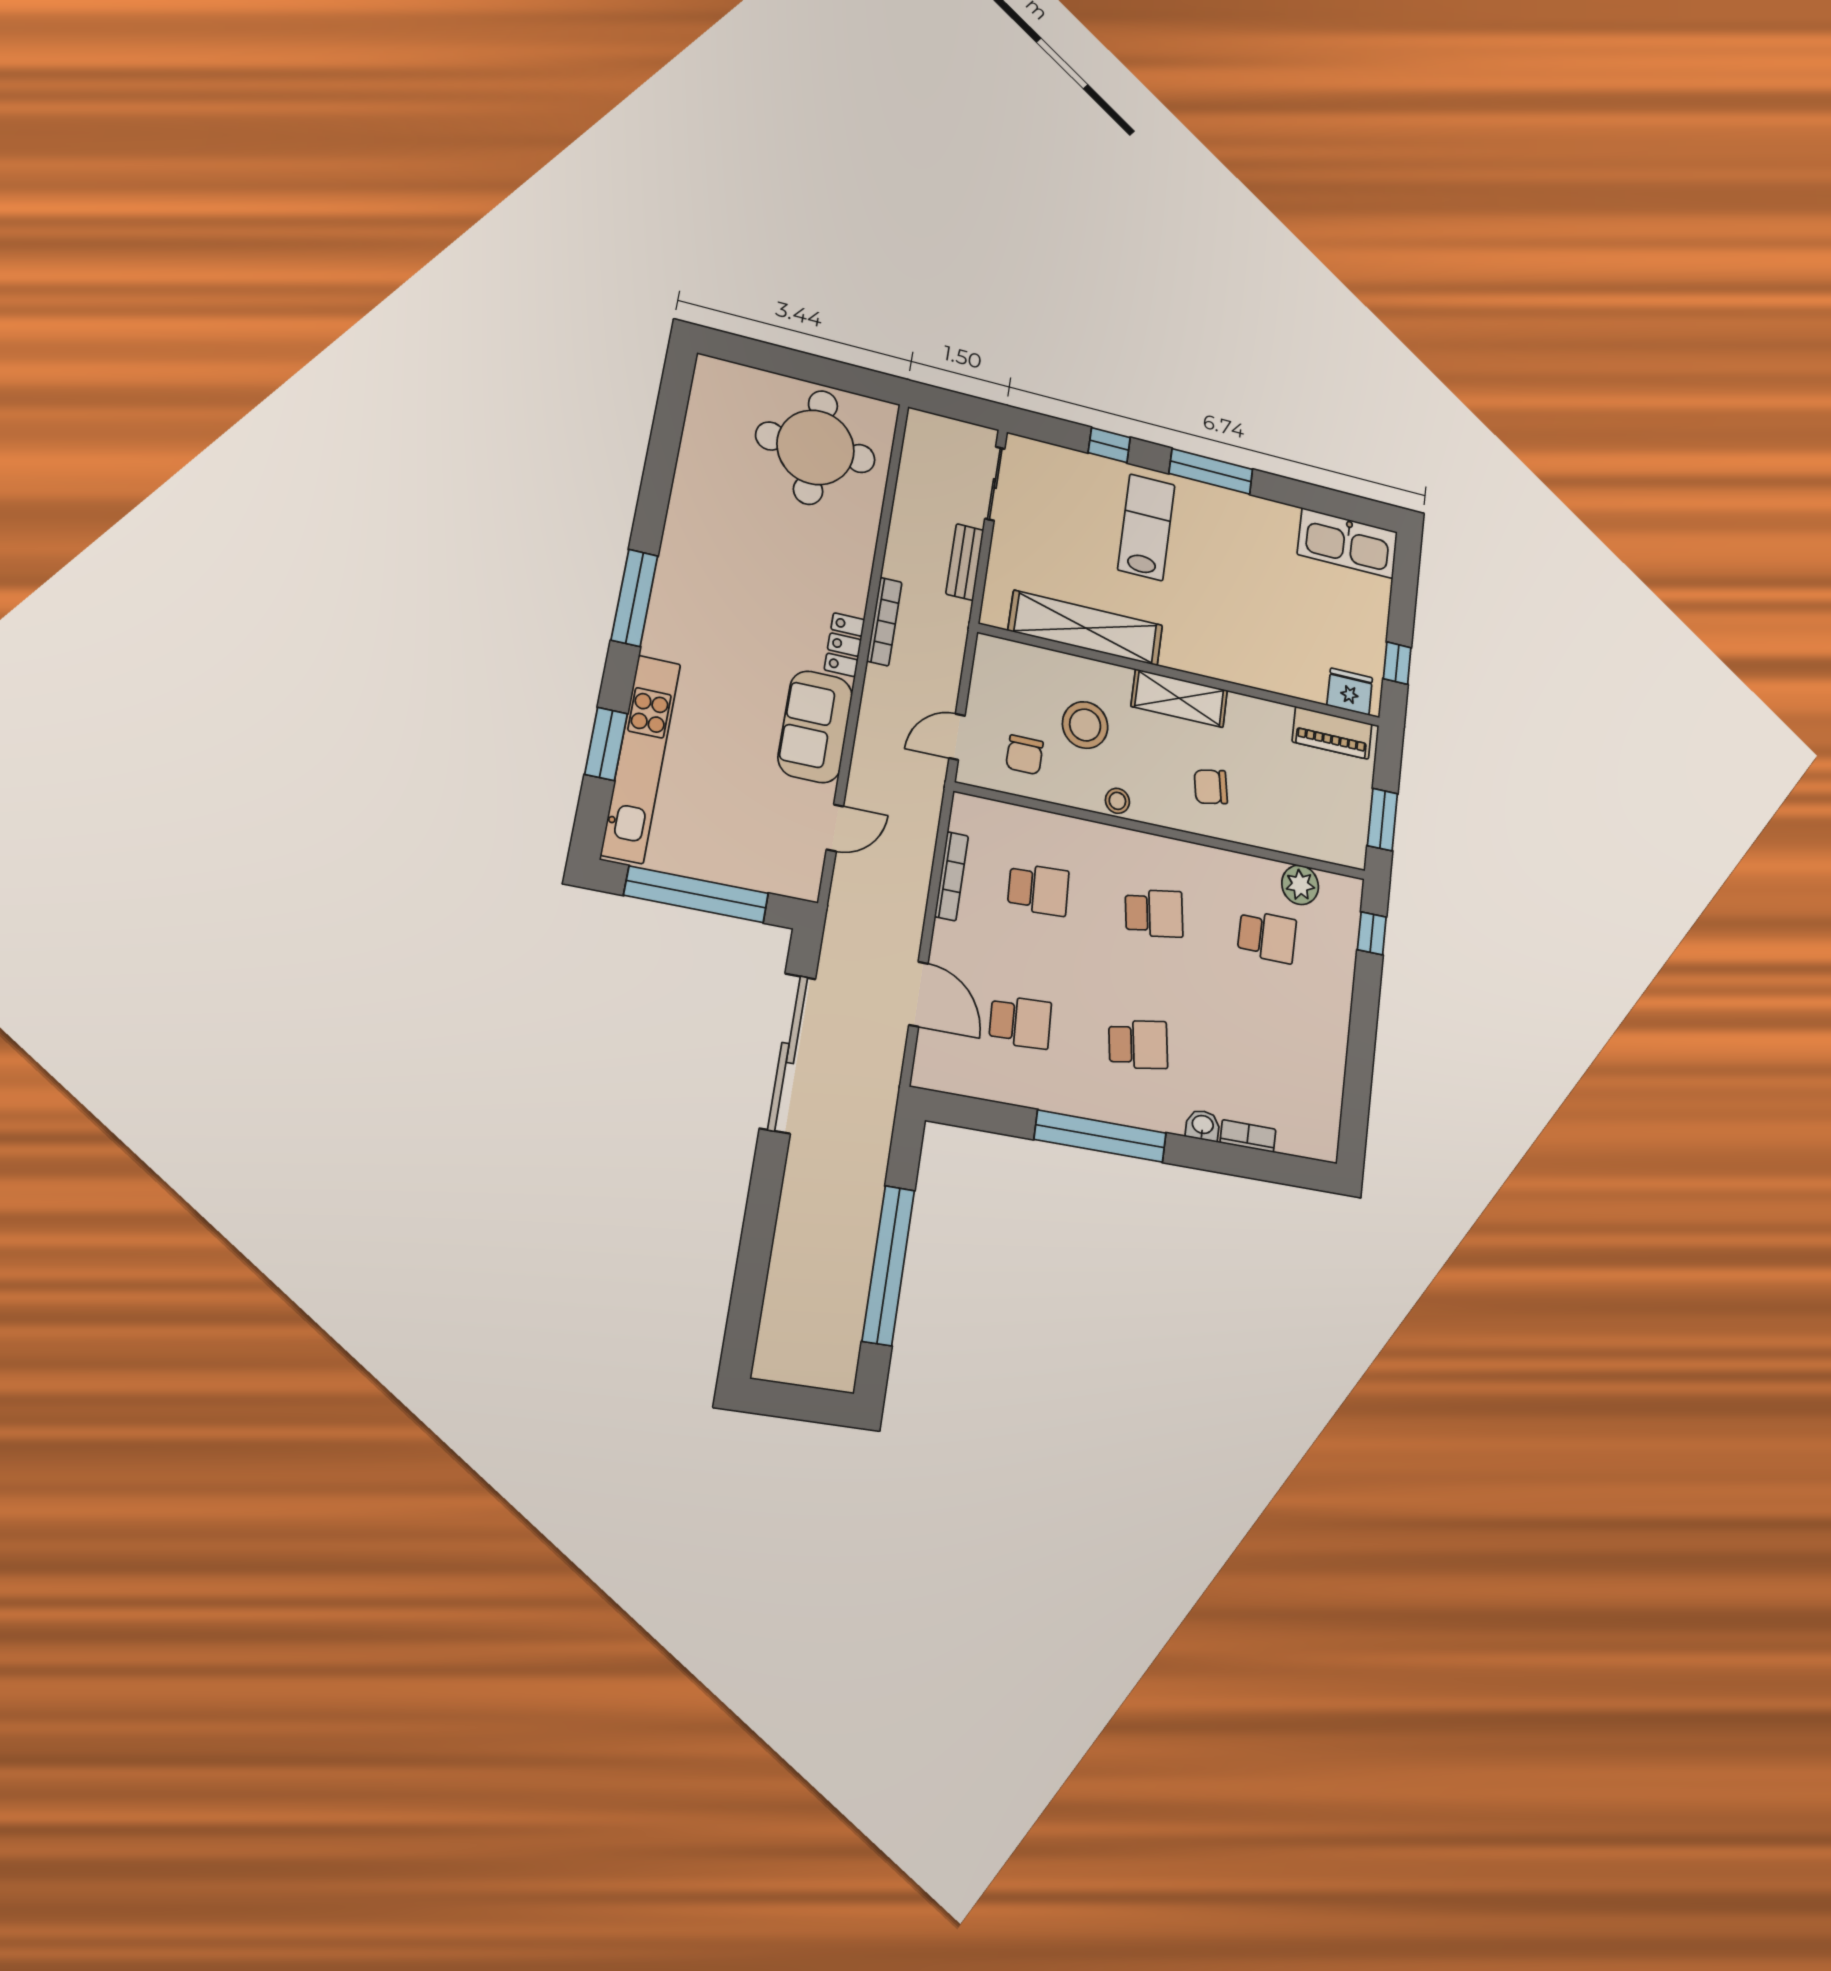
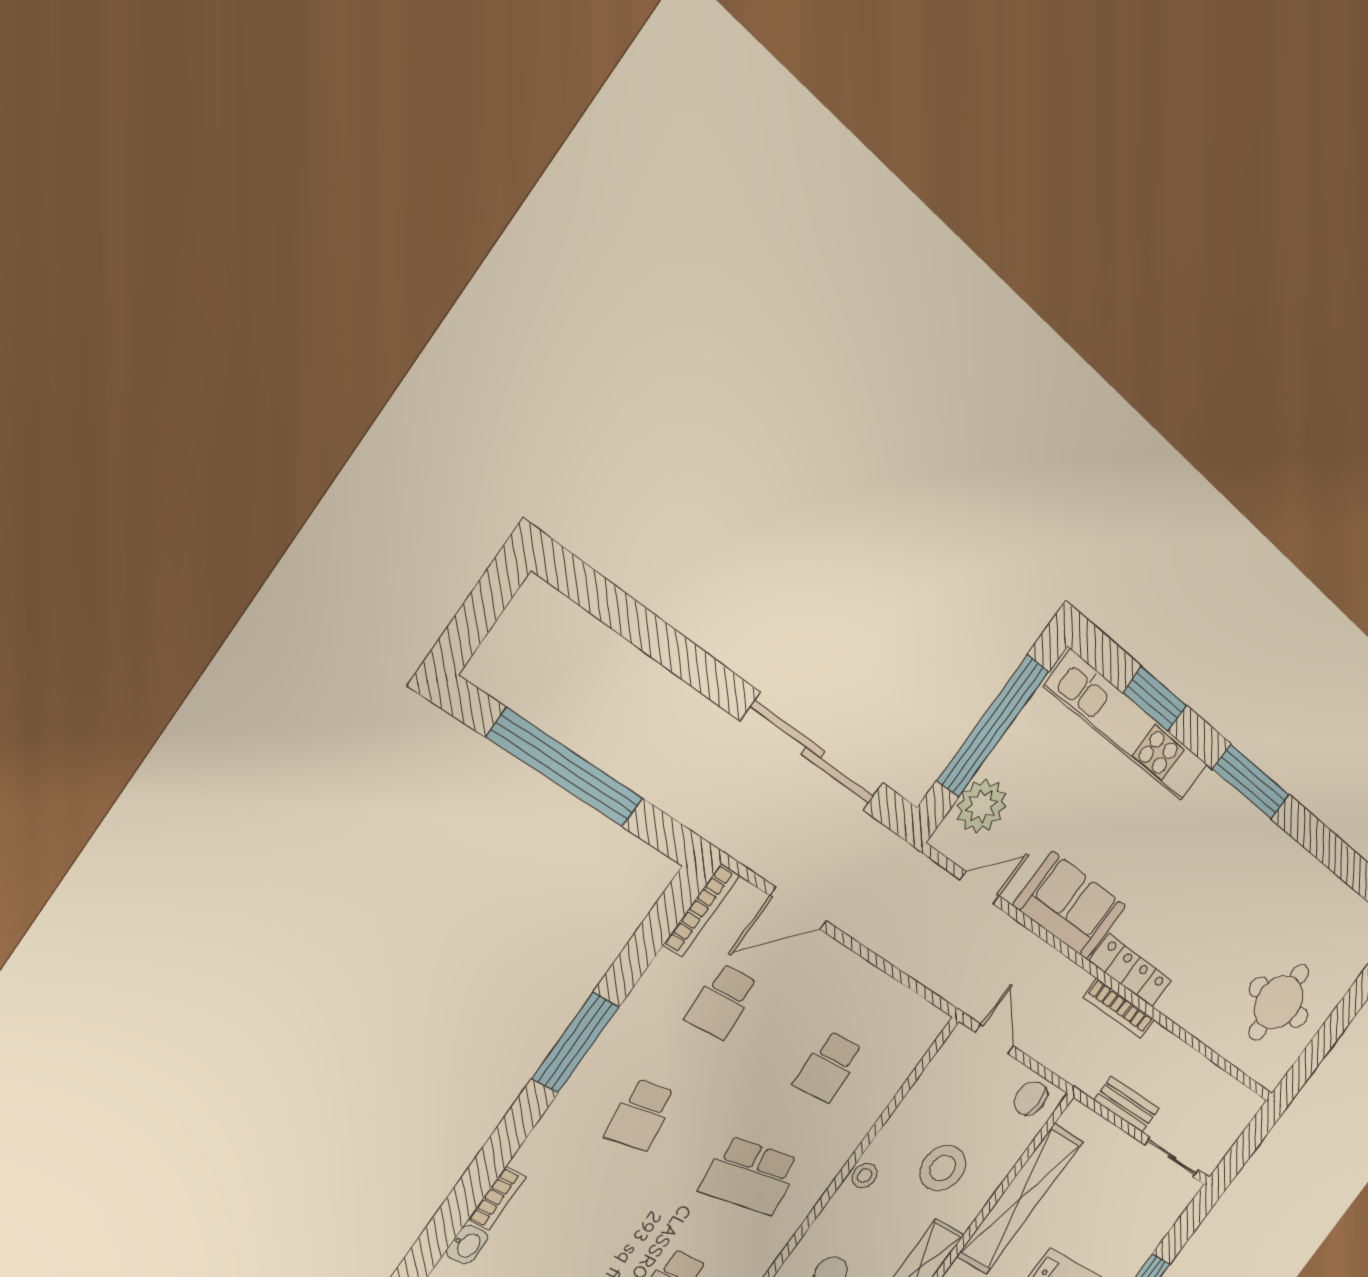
round table: (816, 447) -> (1279, 1002), width x0.73, depth x0.73
locker: (844, 645) -> (1131, 971), width x1.53
chair: (1025, 755) -> (1031, 1099), moved
door: (835, 828) -> (980, 888), swing flipped
plant: (766, 866) -> (981, 806), added
bookcase: (951, 876) -> (701, 910), moved, turned -90
school desk: (1154, 913) -> (750, 1176), width x1.85
washbasin: (1203, 1125) -> (467, 1245), moved
window: (1100, 1136) -> (575, 1043), width x0.68

